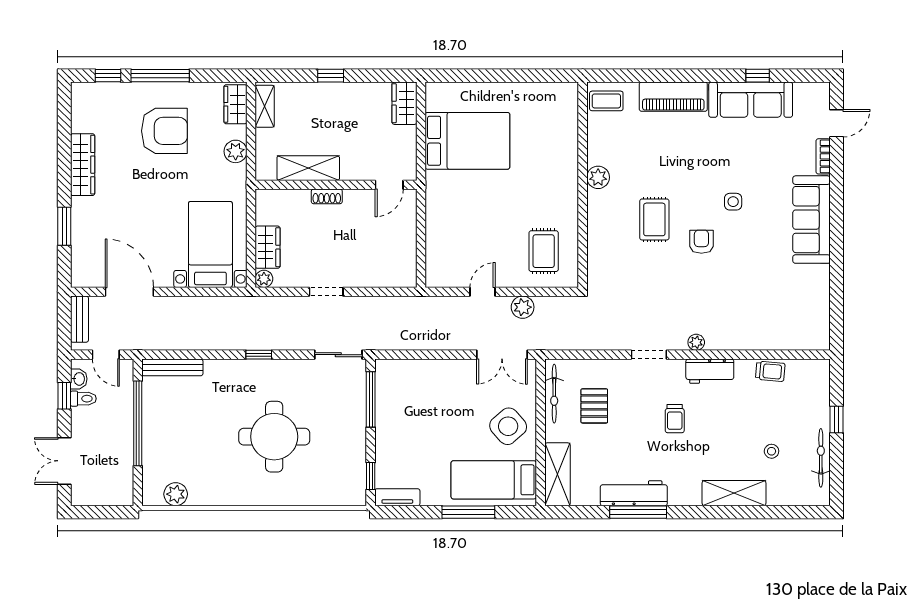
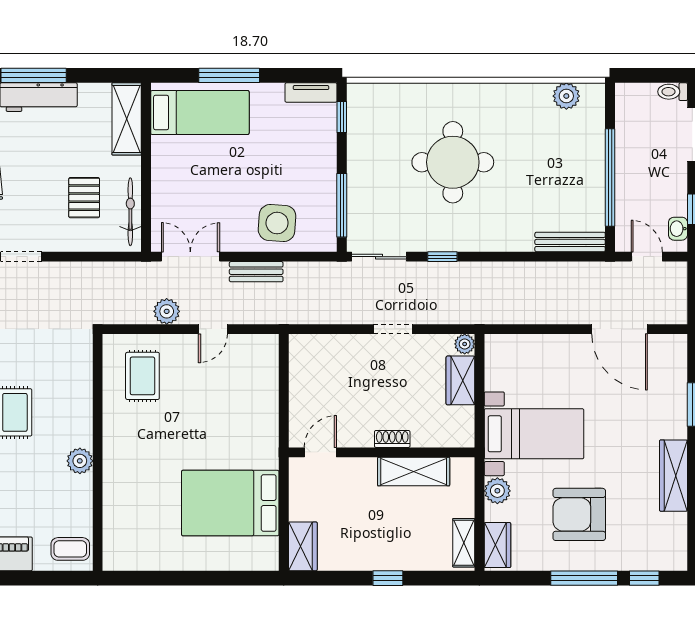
bed with nightstands: (210, 244) -> (534, 434), moved, turned -90
bench: (79, 319) -> (256, 272), moved, turned 90
window: (259, 355) -> (442, 257), moved
toilet: (83, 399) -> (673, 92), moved
side table: (508, 426) -> (277, 223), moved, turned 45

